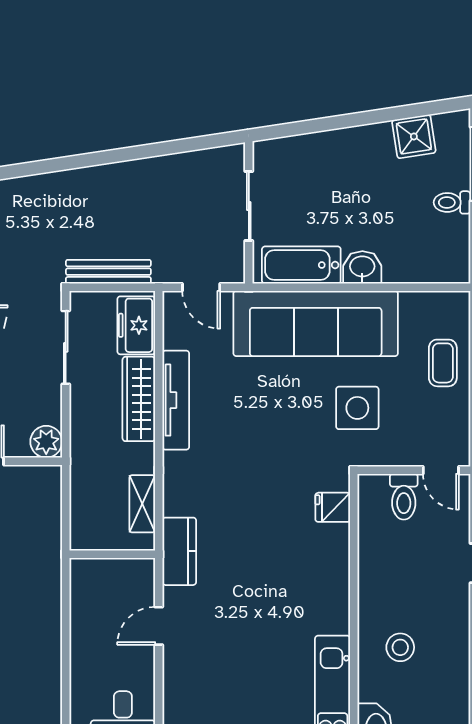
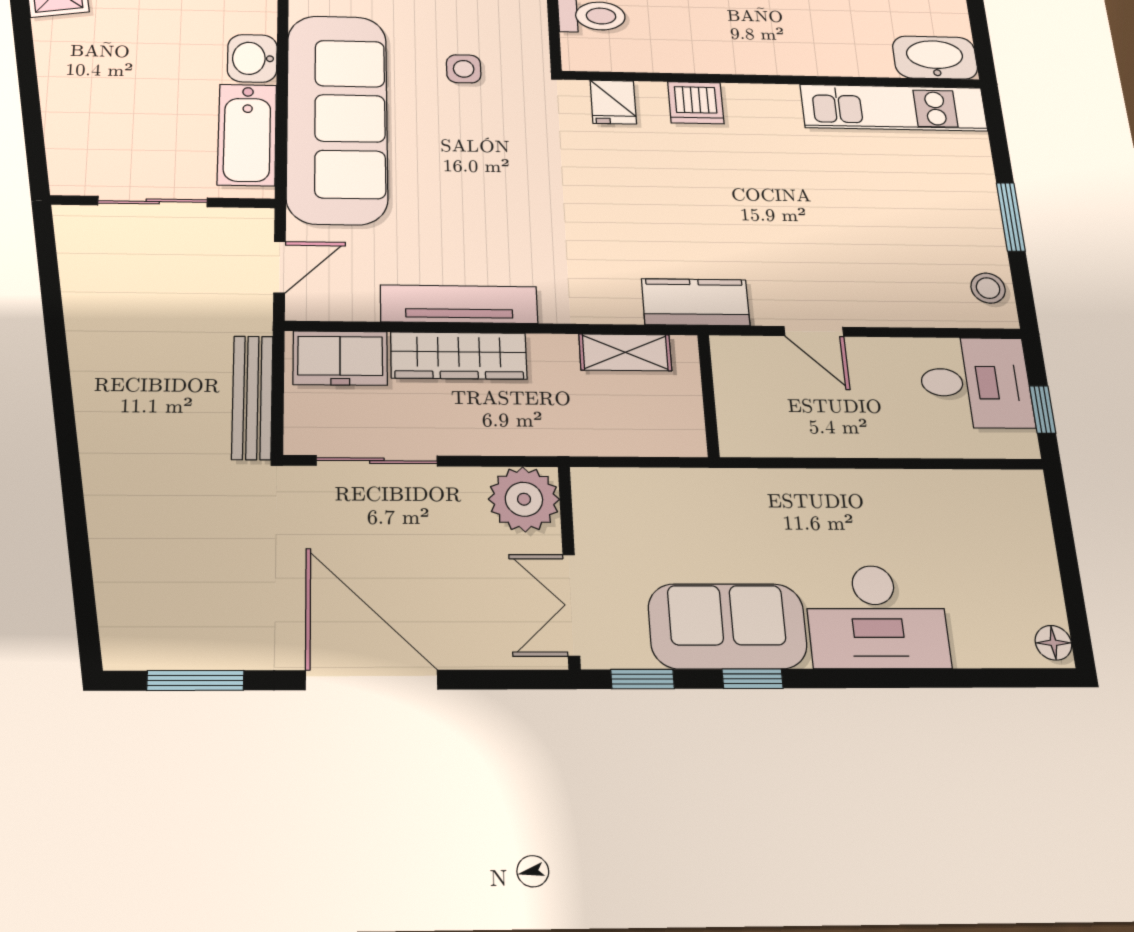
side table: (357, 408) -> (464, 69), width x0.54, depth x0.54
plant: (46, 442) -> (524, 499), width x1.36, depth x1.36
dishwasher: (333, 563) -> (696, 103), added
stool: (400, 647) -> (810, 25), removed

